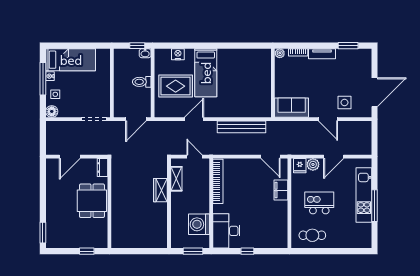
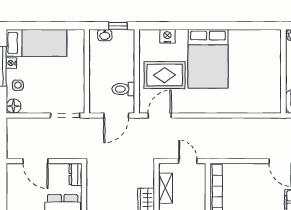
washbasin: (145, 53) -> (105, 35), moved
bed: (206, 73) -> (208, 59), width x1.50
toilet: (142, 82) -> (123, 89), moved
door: (194, 119) -> (160, 116), moved
bench: (241, 127) -> (245, 125), removed
door: (70, 157) -> (35, 161), hinge flipped

